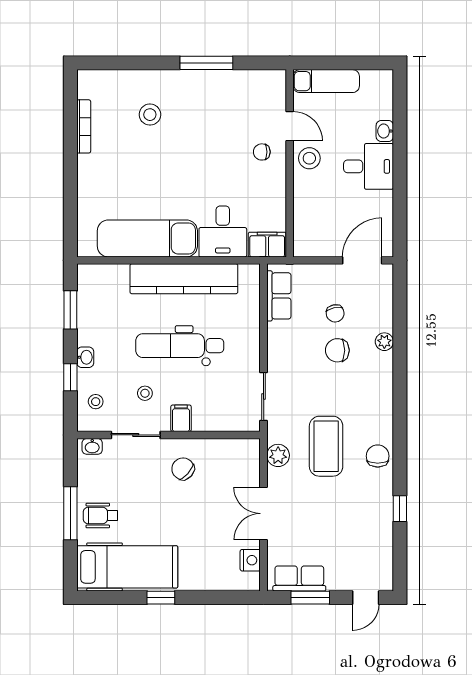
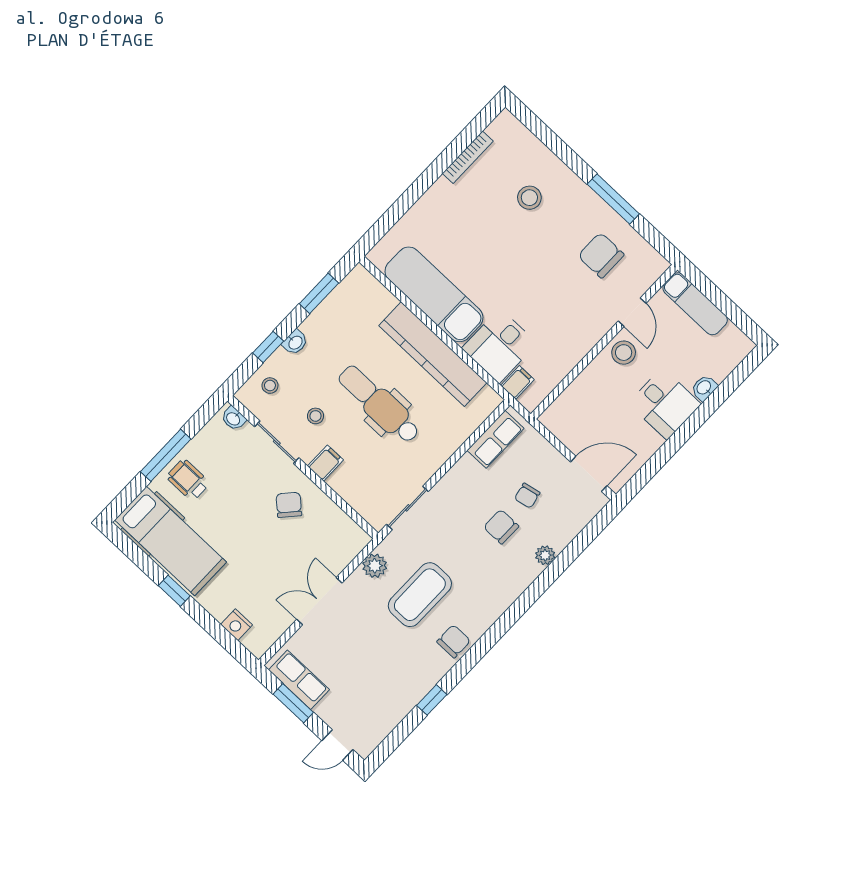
chair: (262, 152) -> (601, 255), moved, width x1.87, depth x1.87
filing cabinet: (267, 245) -> (517, 382), width x0.50
nightstand: (250, 560) -> (237, 625), moved, turned 90

